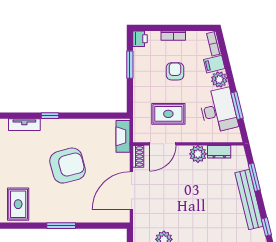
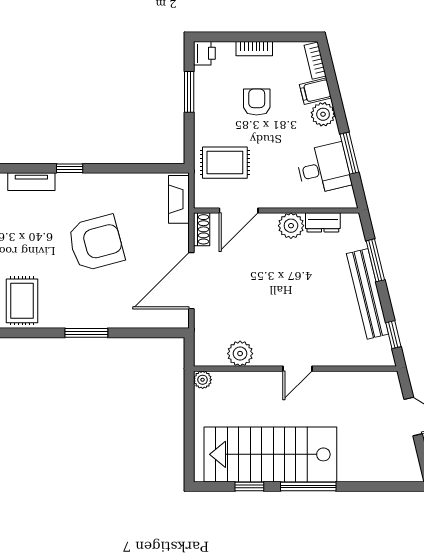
desk: (218, 110) -> (324, 169), width x0.73
rug: (168, 114) -> (225, 163), moved

